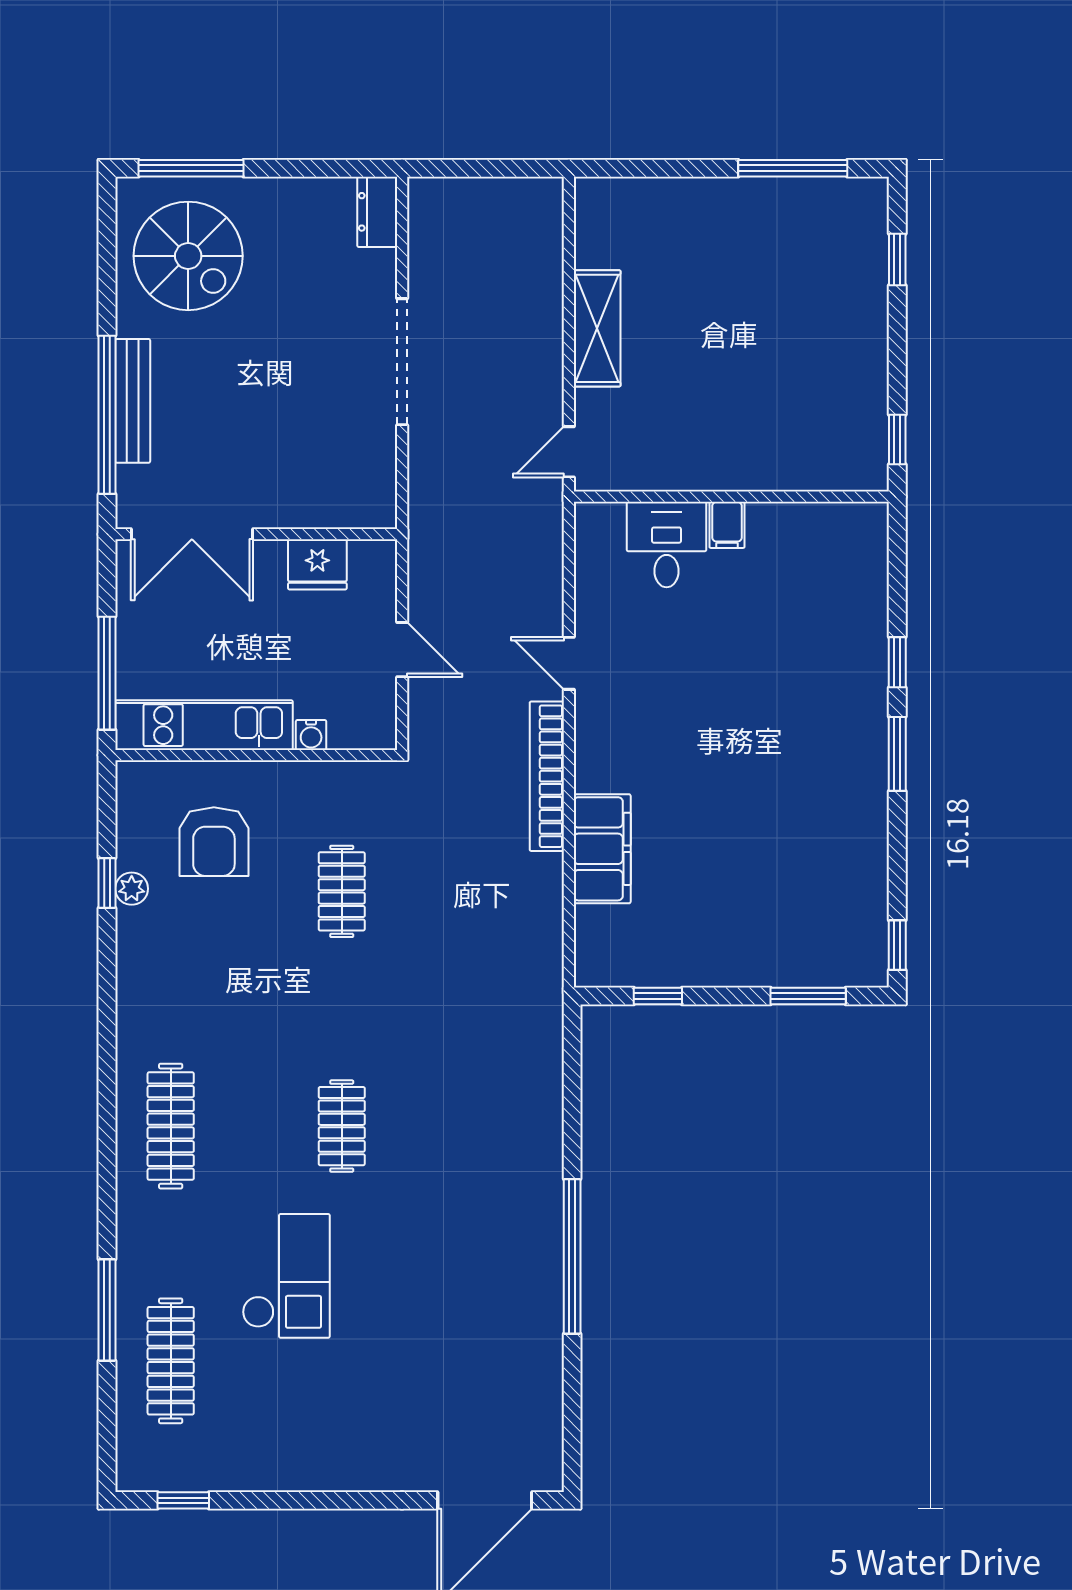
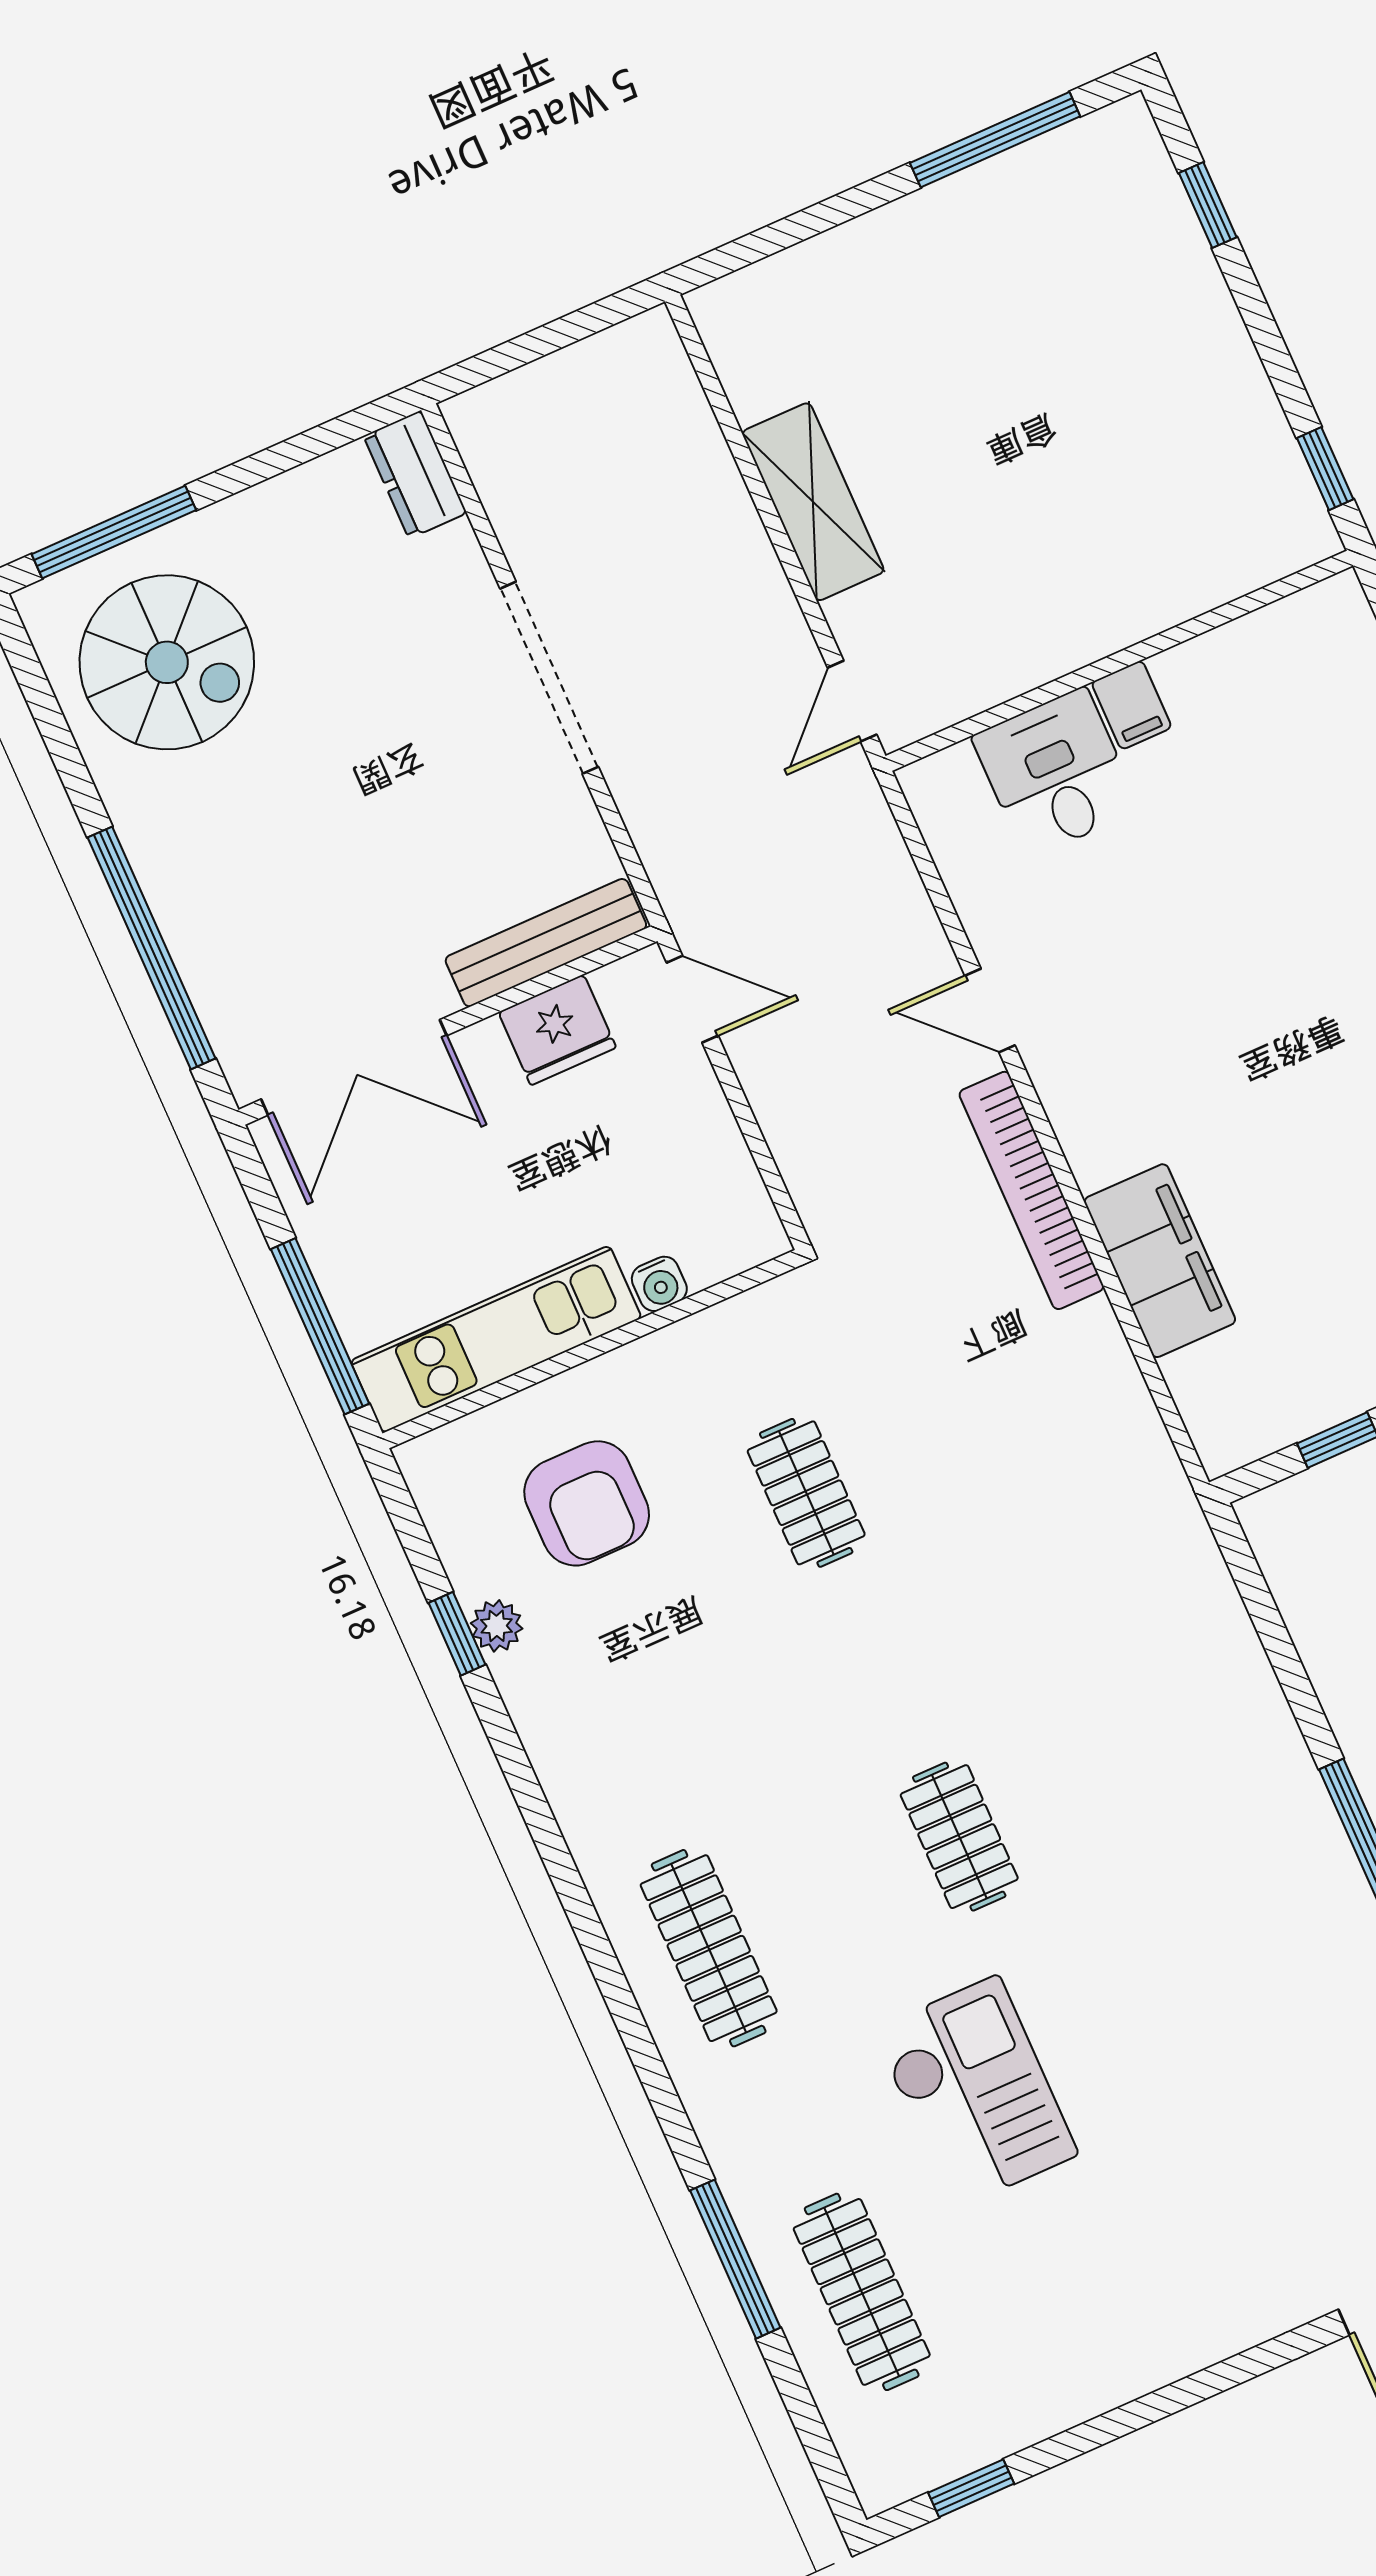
bench: (133, 401) -> (546, 943), moved, turned 90
door: (402, 650) -> (692, 999), moved

